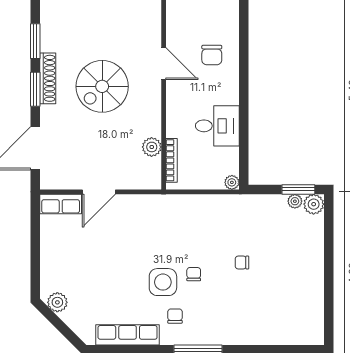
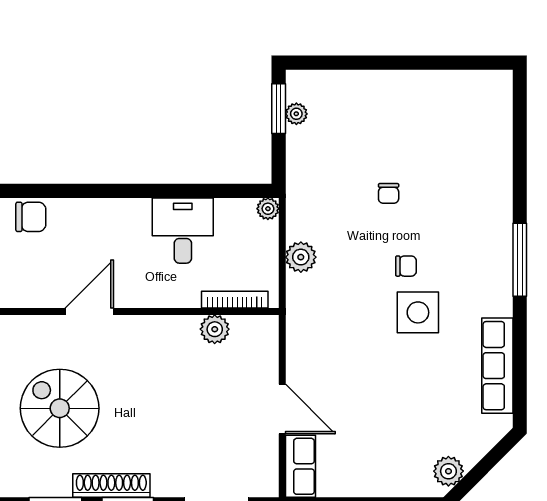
chair: (212, 55) -> (31, 217), moved
spiral stairs: (102, 86) -> (60, 408), moved, turned 180
plant: (314, 204) -> (301, 257), moved
chair: (194, 274) -> (406, 266), turned 180
chair: (175, 316) -> (469, 294), removed

